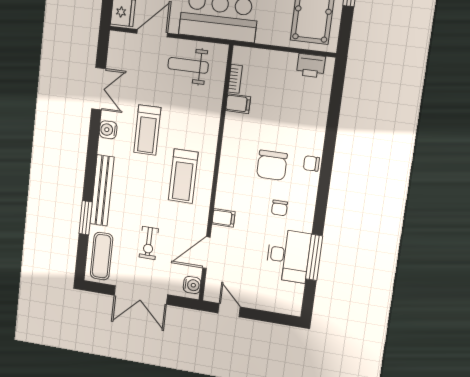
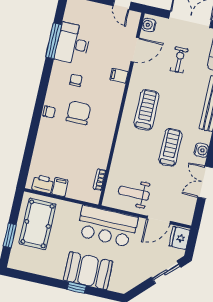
weight bench: (188, 65) -> (134, 193), turned 180
filing cabinet: (238, 104) -> (60, 187), moved, turned 90

